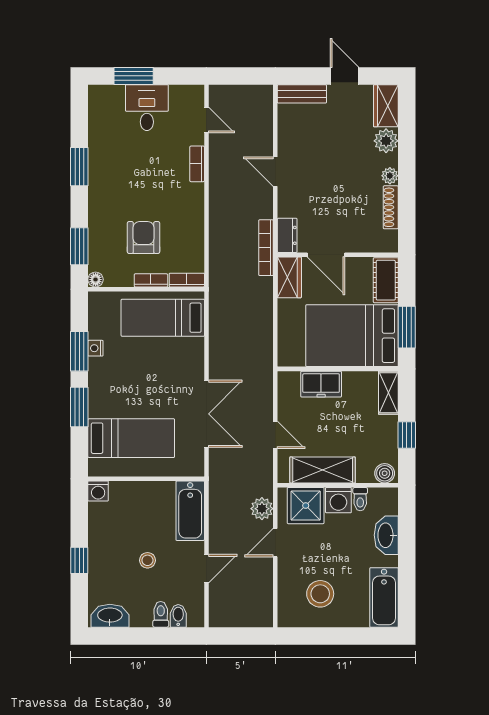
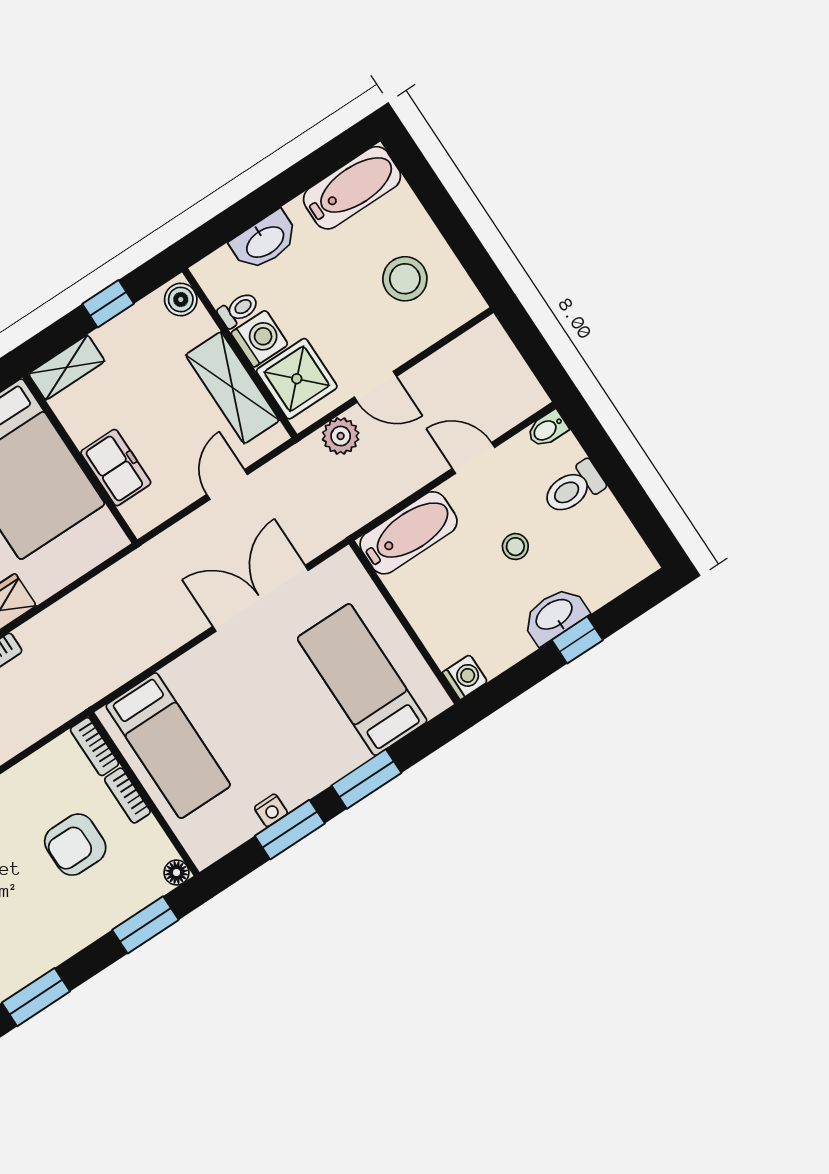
toilet: (161, 614) -> (574, 488), width x1.37, depth x1.39
washbasin: (110, 616) -> (555, 615), moved, turned 90
bidet: (178, 616) -> (547, 429), moved

